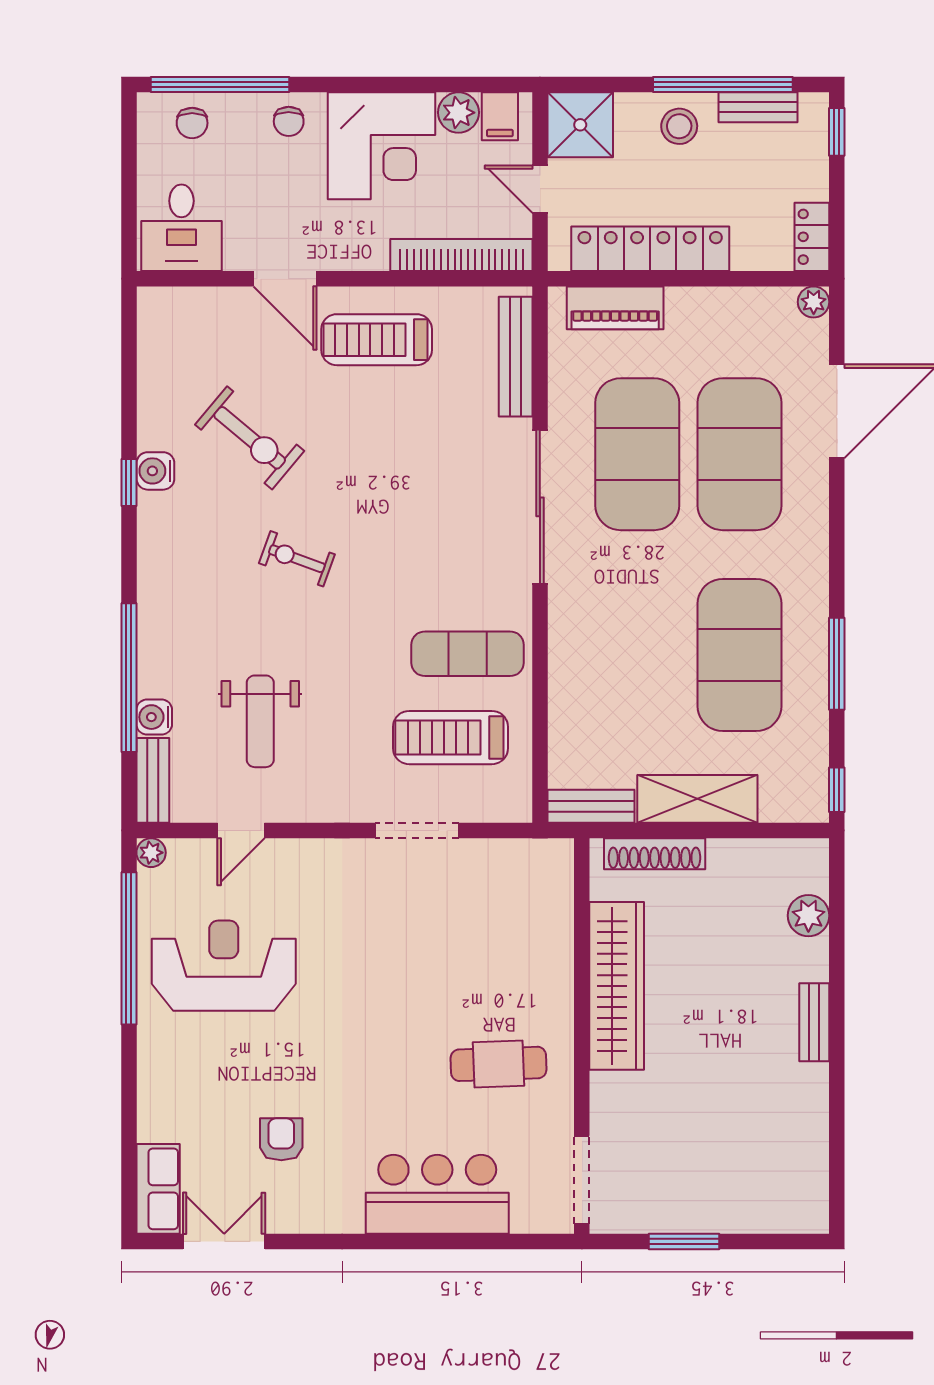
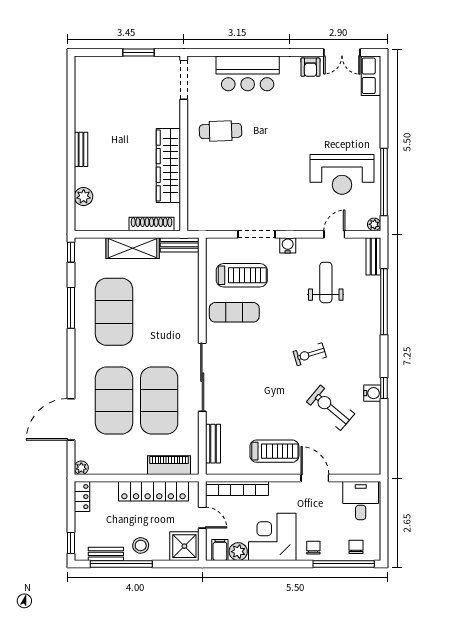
bench: (516, 357) -> (213, 444), width x0.73
exercise bike: (297, 559) -> (310, 354), turned 143
water cooler: (154, 717) -> (288, 245), moved, turned -90
armchair: (281, 1139) -> (310, 67), moved

